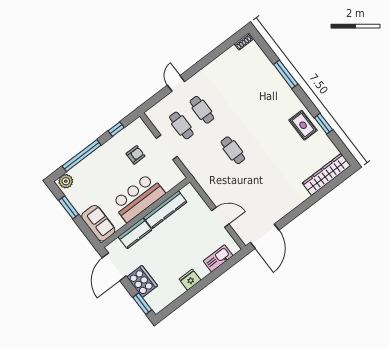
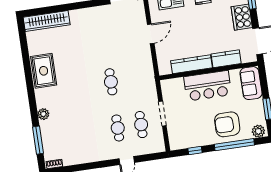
window: (286, 74) -> (38, 140), moved
plant: (280, 84) -> (43, 114), added
window: (323, 124) -> (27, 63), removed
rug: (303, 125) -> (44, 71), width x1.36, depth x1.43
armchair: (136, 155) -> (227, 124), moved, width x1.88, depth x1.88
door: (220, 217) -> (151, 34), swing flipped

